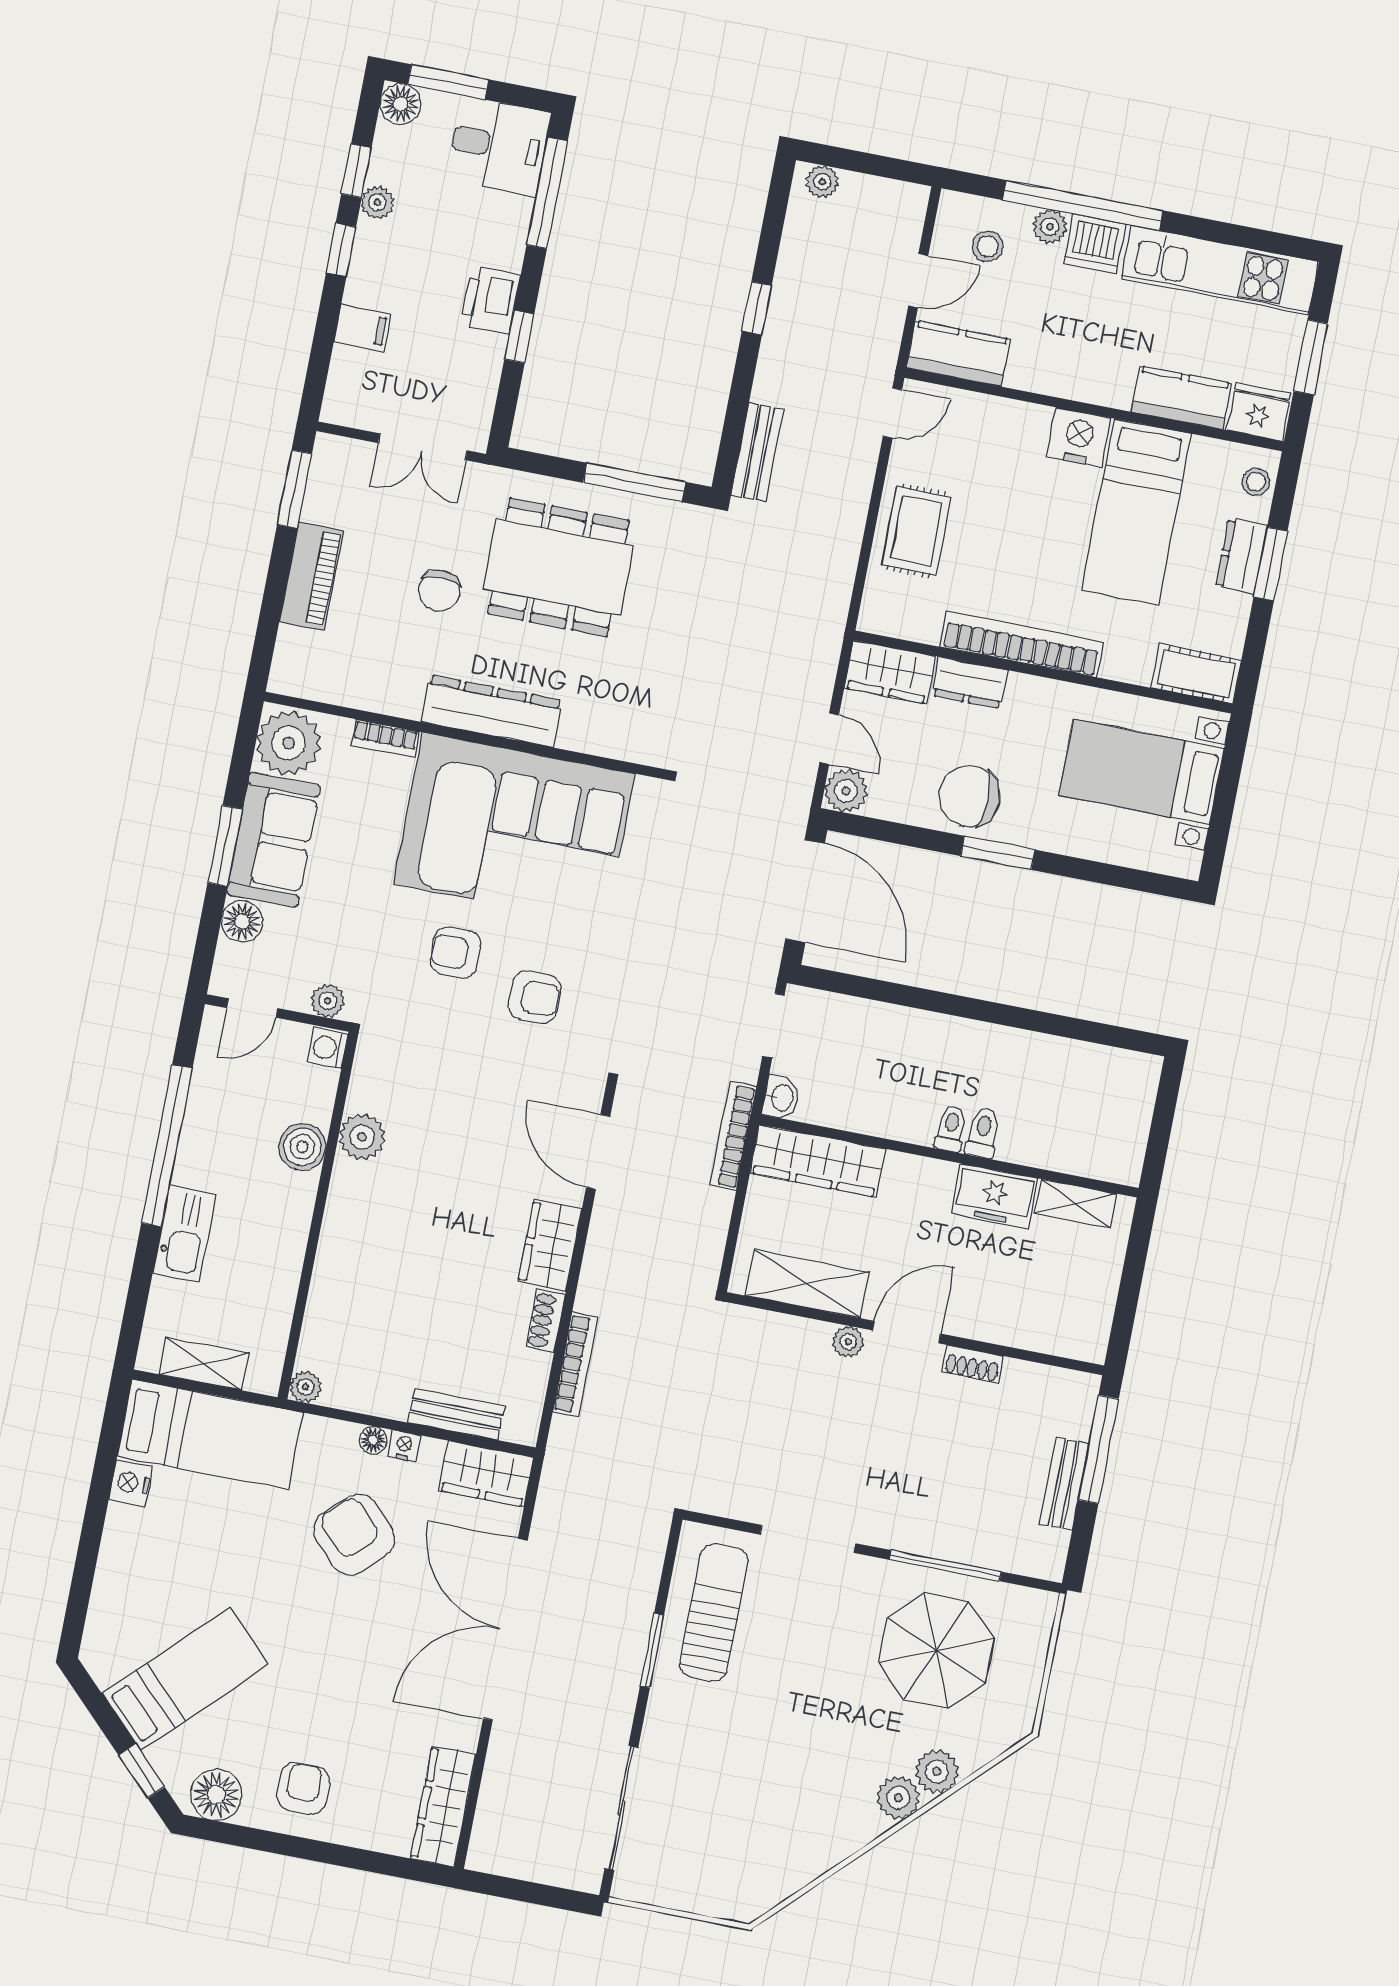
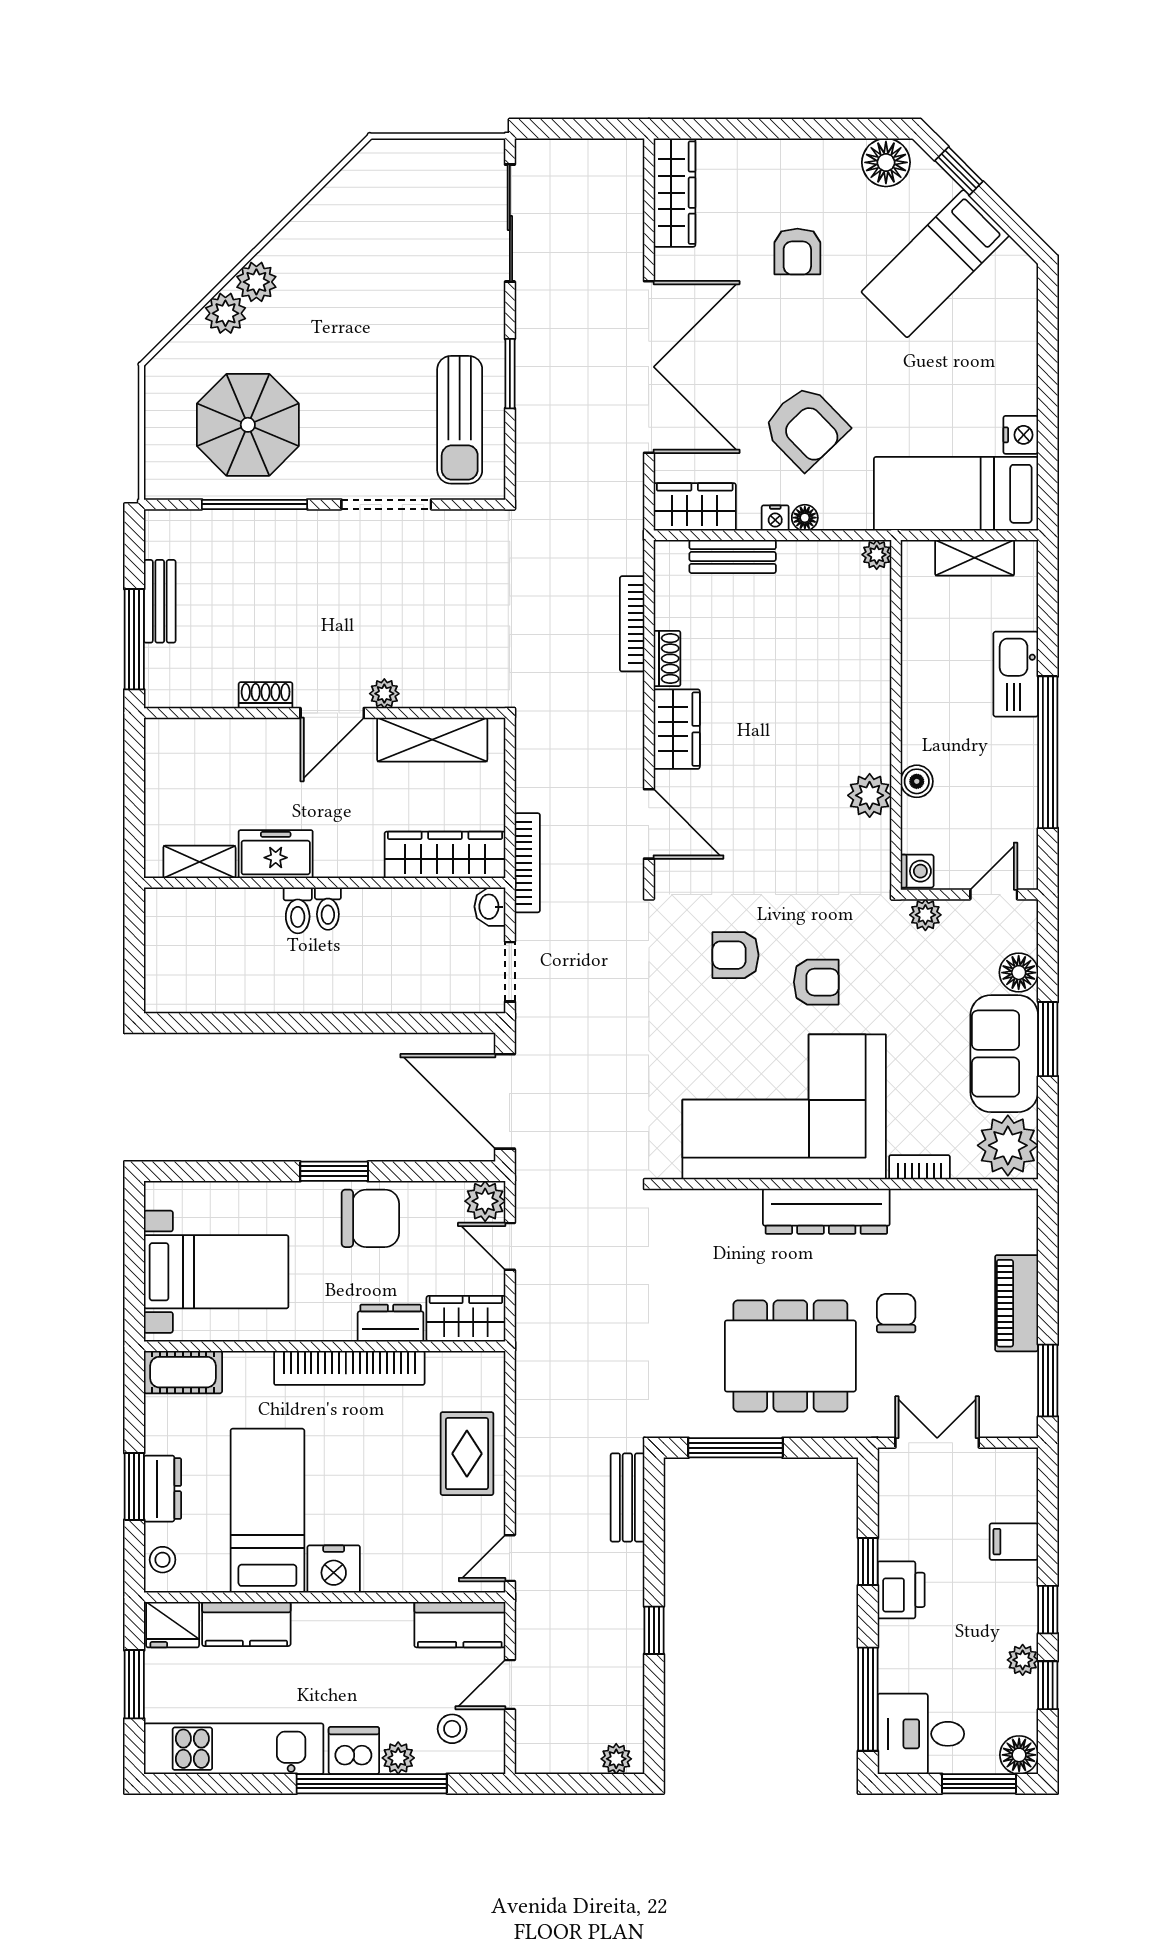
boiler: (302, 1147) -> (917, 781), width x0.73, depth x0.73
armchair: (303, 1789) -> (797, 252), moved

